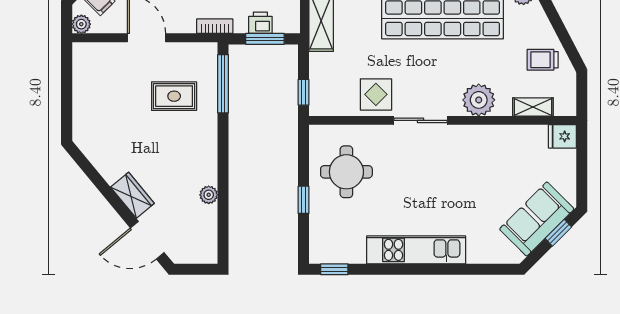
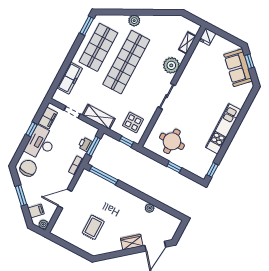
trolley: (543, 60) -> (169, 27), removed
display table: (376, 94) -> (133, 122), moved
rug: (174, 96) -> (93, 227), moved

